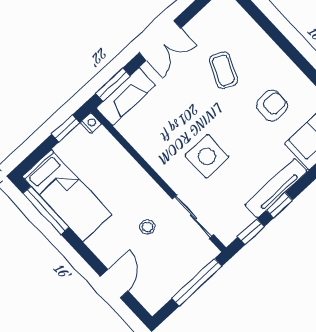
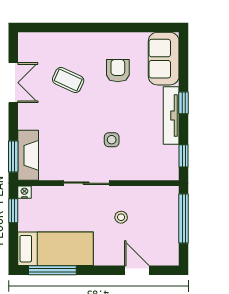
double door: (160, 40) -> (13, 83), moved
side table: (207, 156) -> (112, 140), width x0.54, depth x0.54
window: (279, 205) -> (184, 103), moved
sliding door: (193, 217) -> (86, 183), moved

